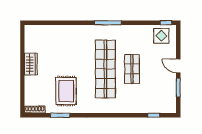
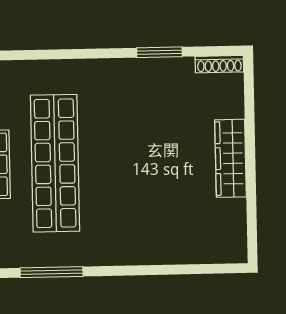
wardrobe: (31, 64) -> (231, 158), width x1.50
rug: (66, 91) -> (146, 109), removed

